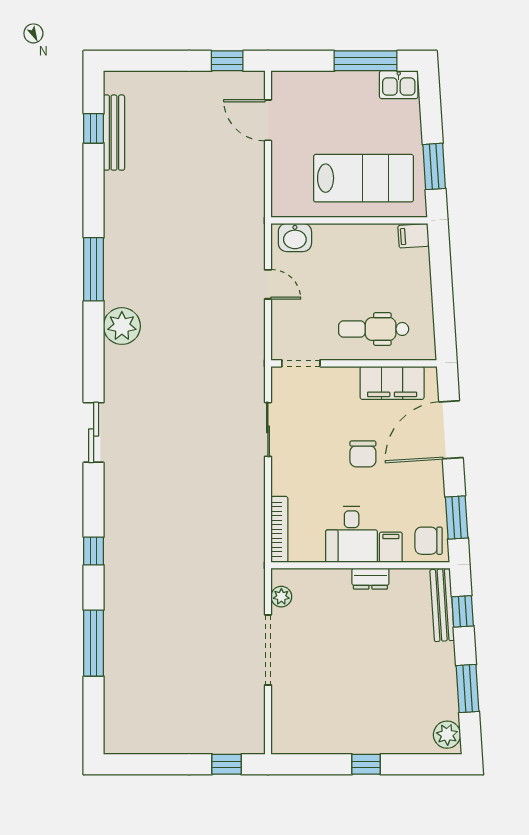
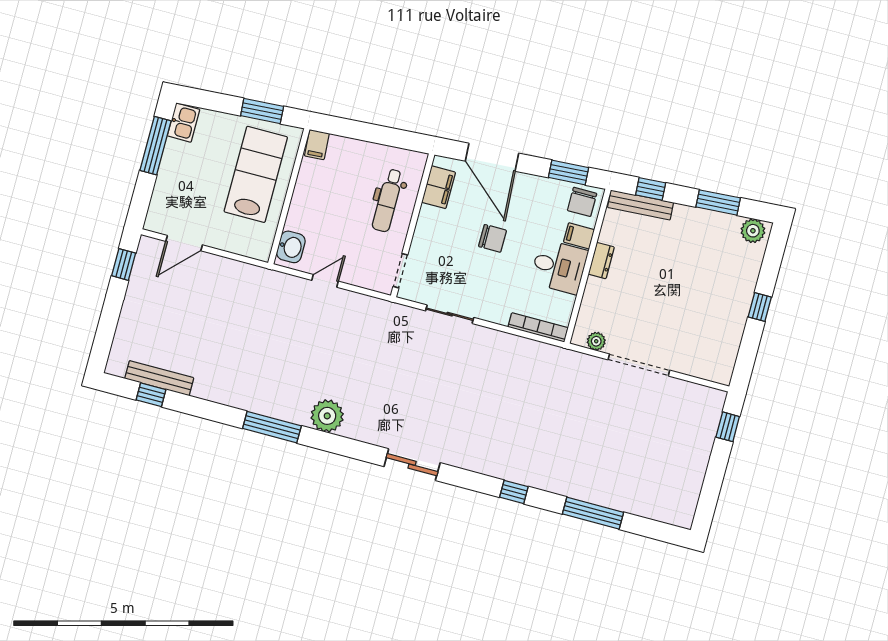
filing cabinet: (392, 383) -> (439, 187), width x0.67, depth x0.86

